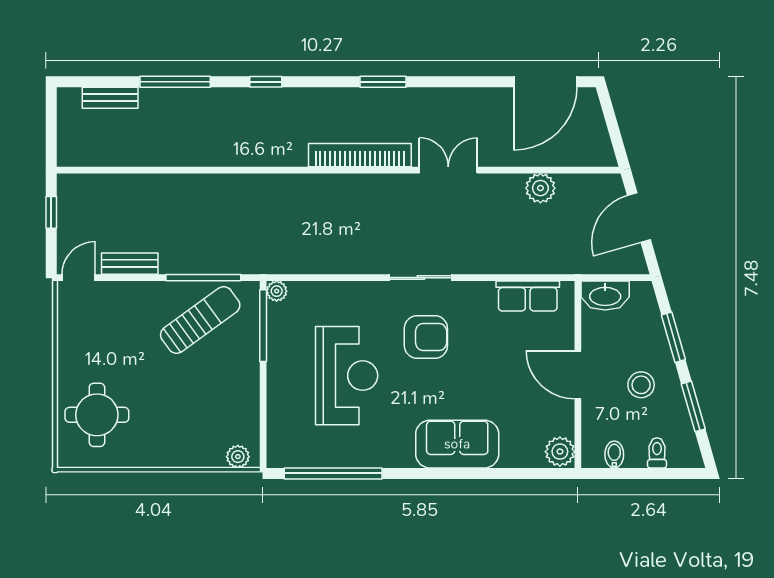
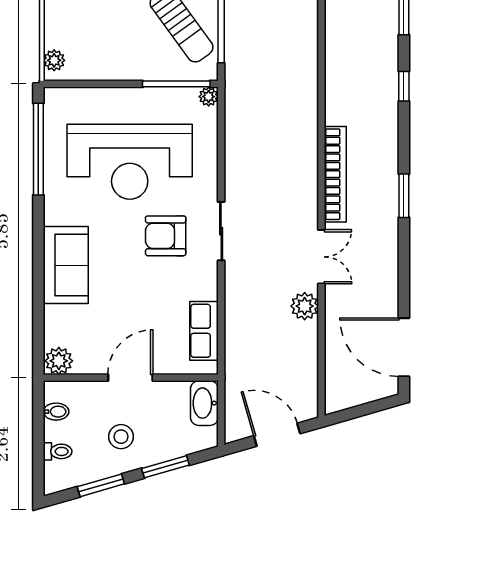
plant: (540, 188) -> (305, 306), moved
armchair: (426, 337) -> (166, 236), turned 90
reception desk: (347, 376) -> (130, 162), width x1.36, depth x1.30

